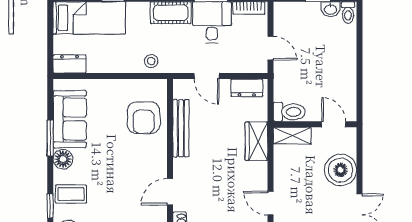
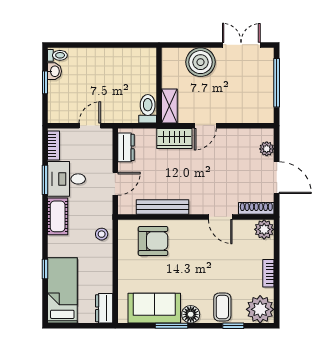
door: (334, 124) -> (159, 68), removed
door: (271, 203) -> (205, 126), moved

